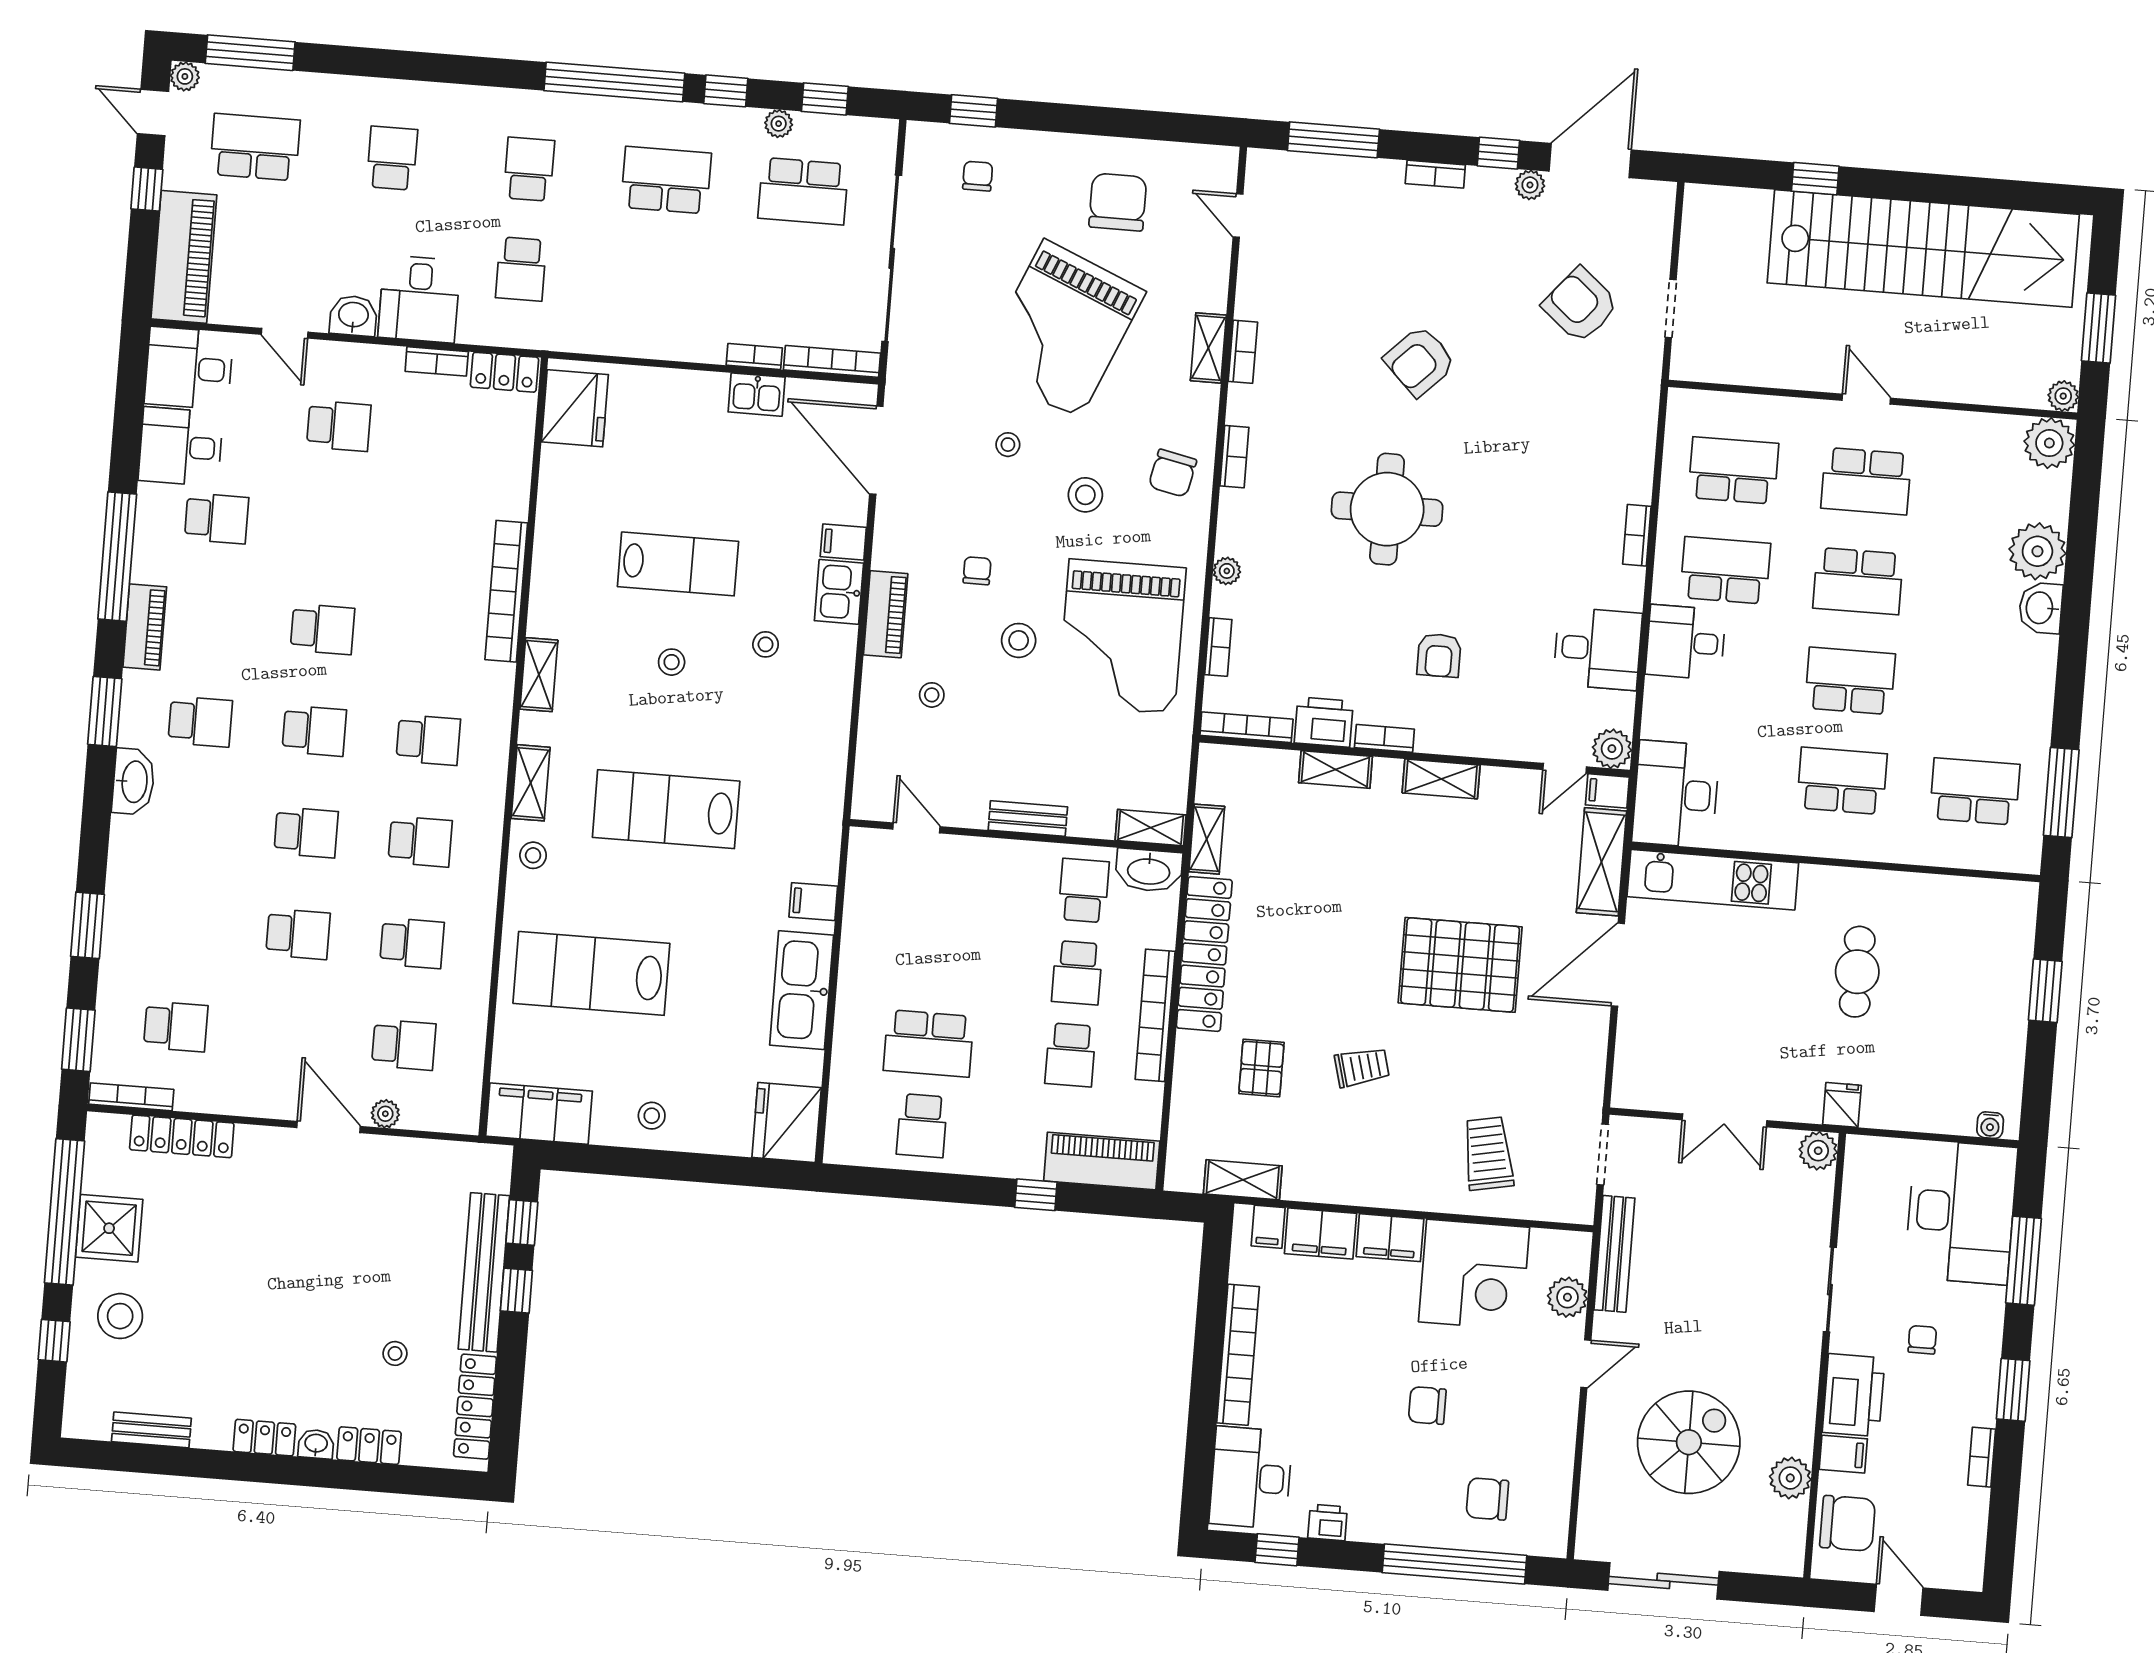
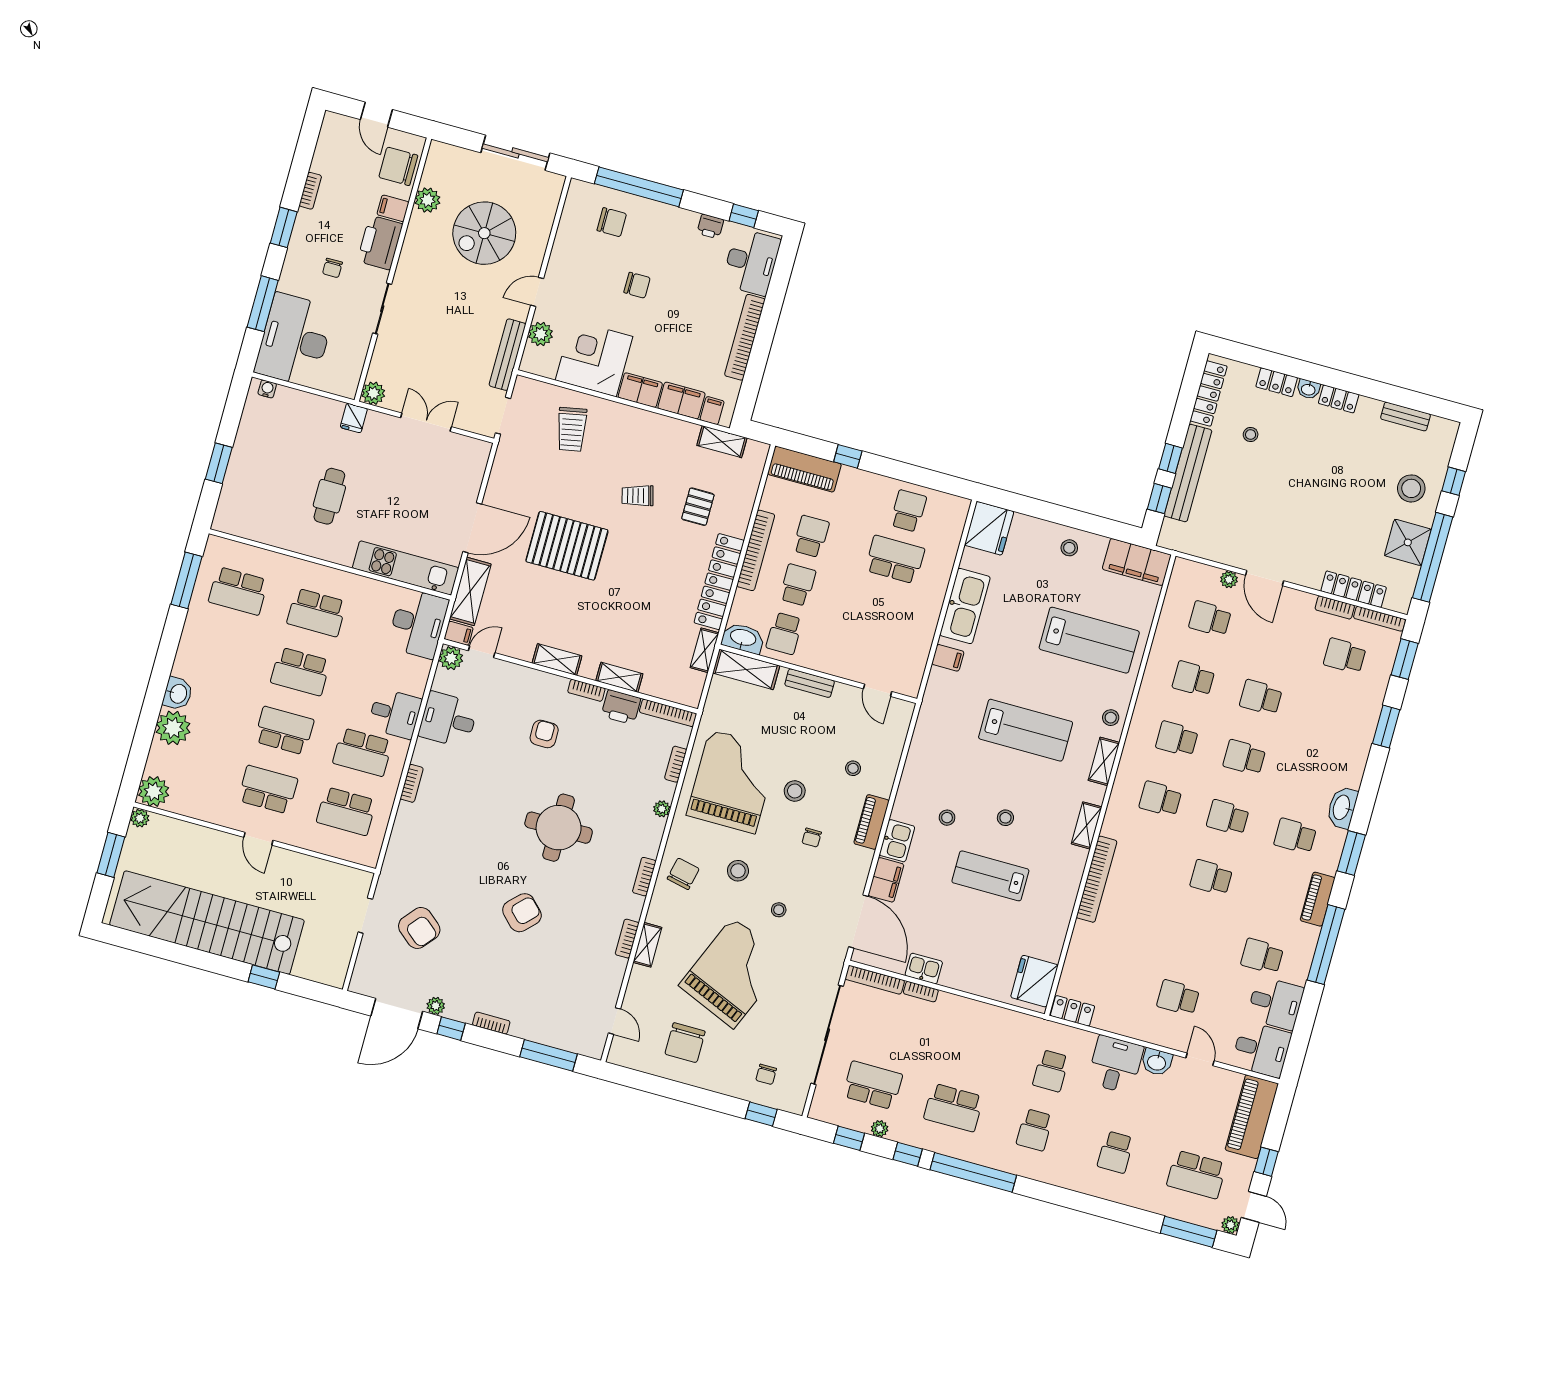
school desk: (521, 269) -> (1051, 1071), turned 180
bookcase: (437, 361) -> (1335, 607), moved, turned 180
filing cabinet: (843, 542) -> (886, 880), width x2.00
shelving: (1151, 828) -> (746, 669), width x1.50, depth x1.33

